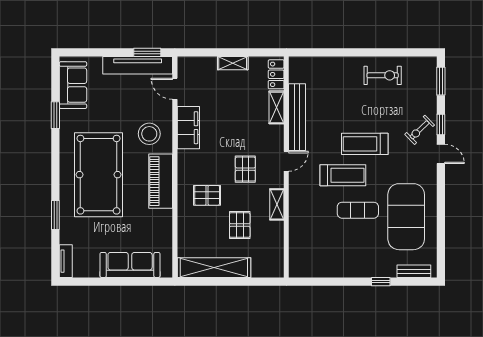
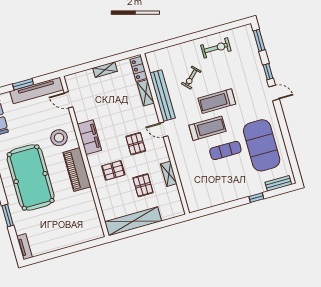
window: (147, 52) -> (23, 84), moved
filing cabinet: (188, 128) -> (89, 137), moved
exercise bike: (420, 130) -> (191, 78), moved
door: (286, 161) -> (164, 130), swing flipped
shelving: (277, 204) -> (169, 174), moved
sofa: (130, 265) -> (72, 236), removed

